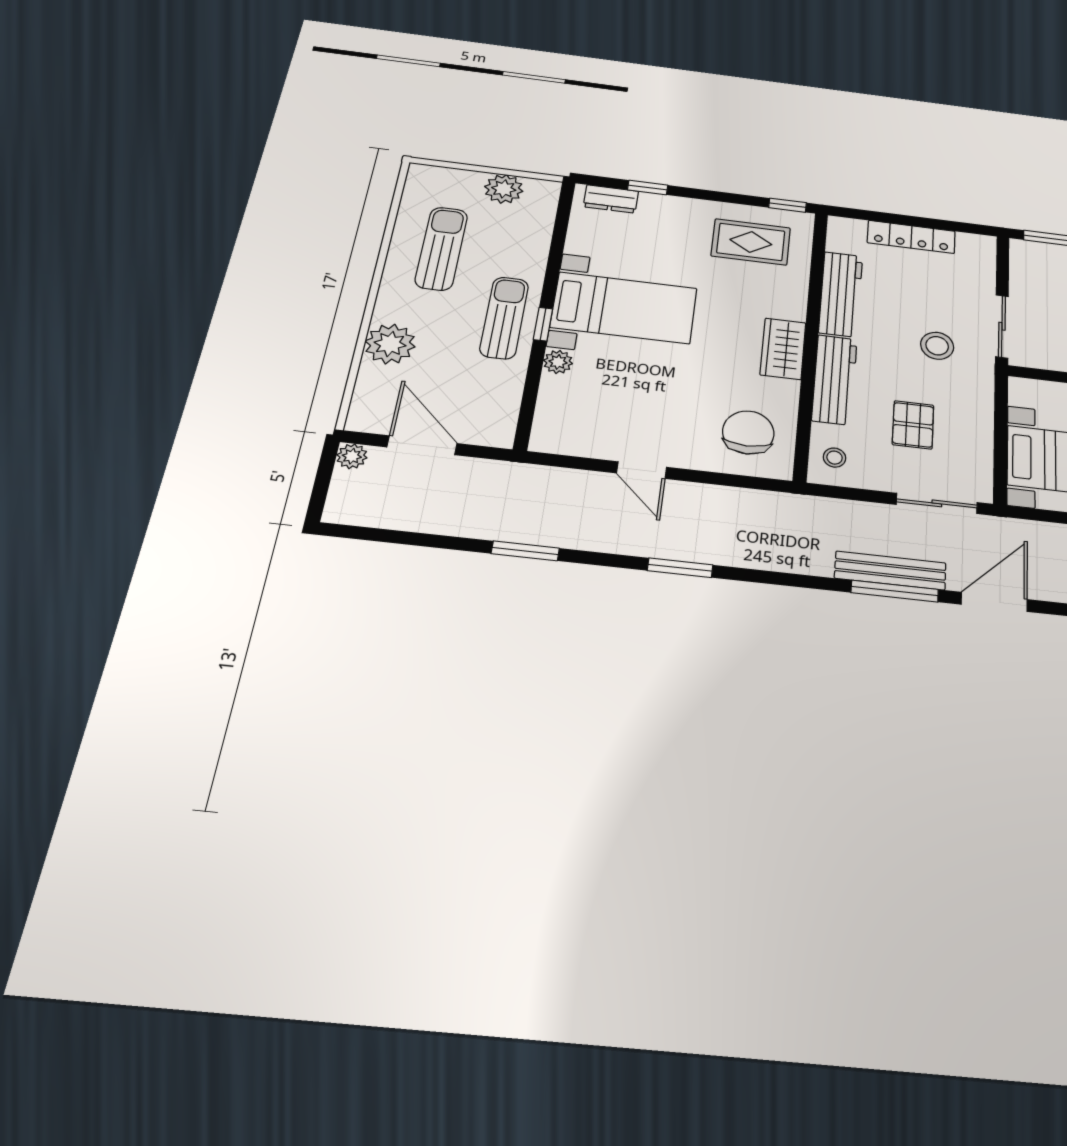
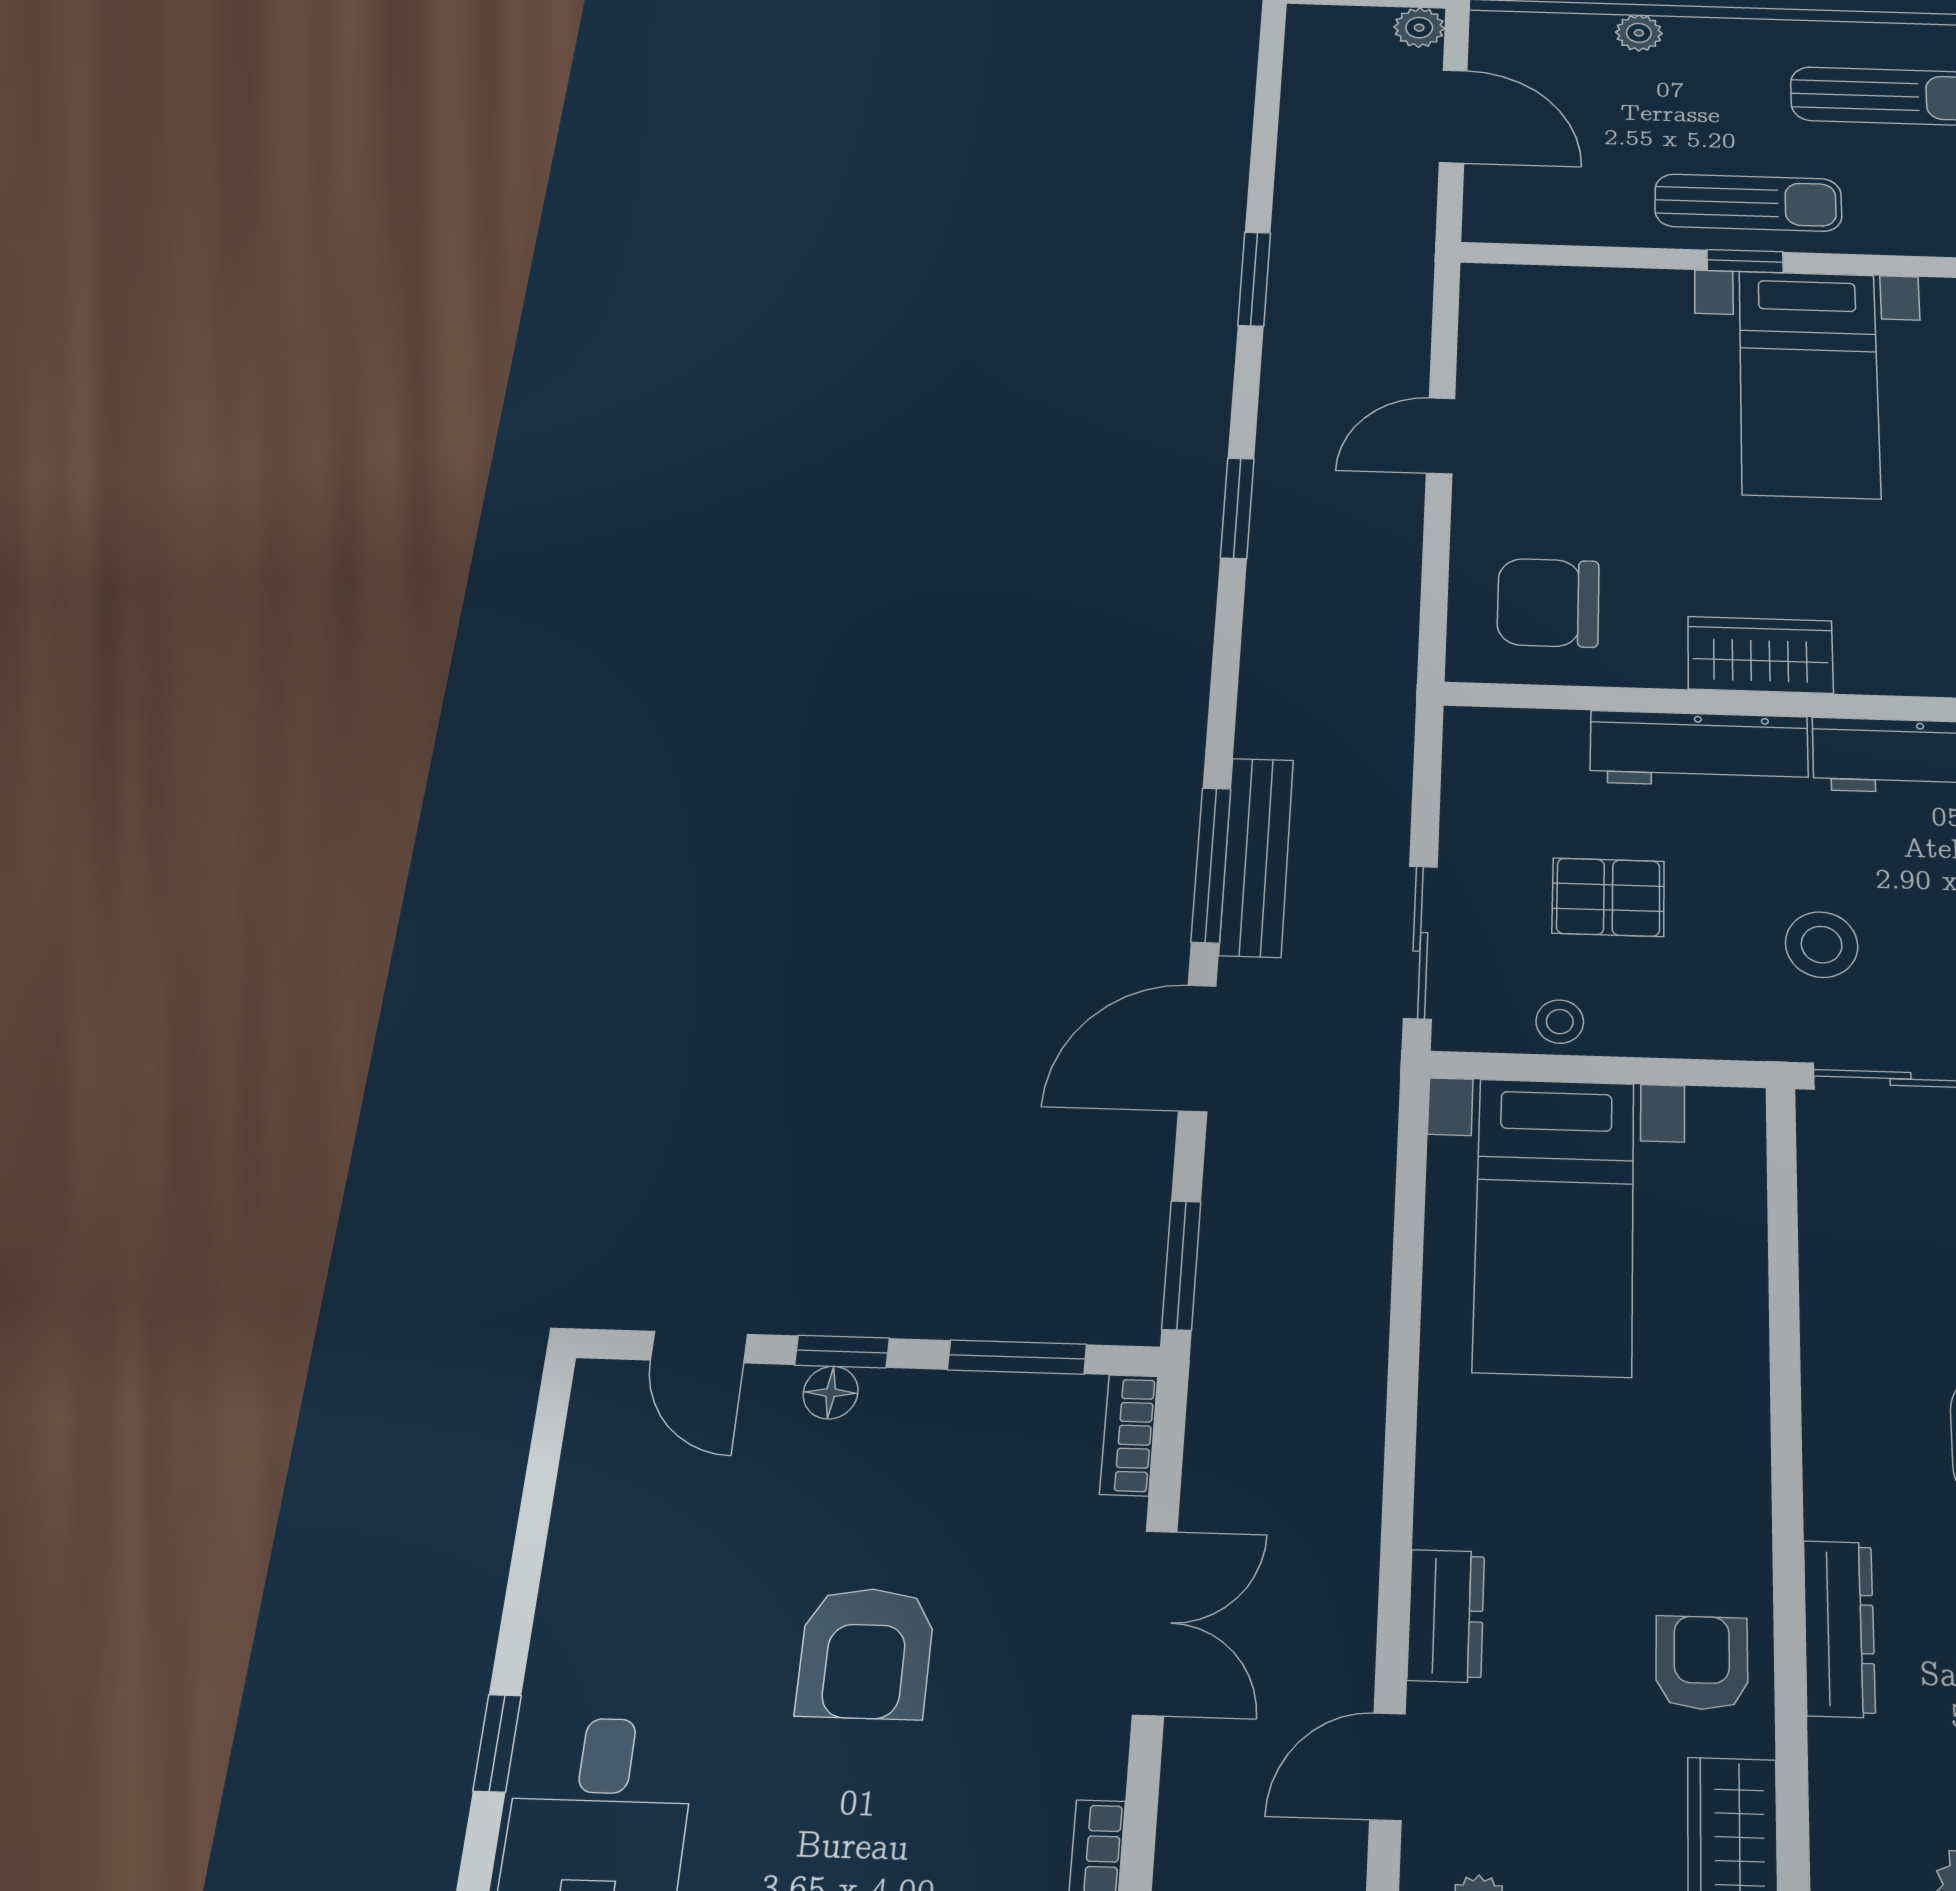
plant: (390, 344) -> (1639, 33), width x0.53, depth x0.53
plant: (558, 362) -> (1663, 291), removed
chair: (748, 432) -> (1548, 603), turned 180
door: (422, 445) -> (1453, 116), hinge flipped
stool: (835, 458) -> (1560, 1022), moved
door: (994, 602) -> (1197, 1048), swing flipped

